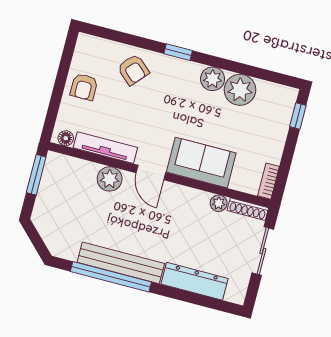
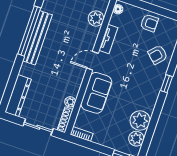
plant: (213, 79) -> (136, 139), moved
armchair: (84, 87) -> (149, 23), turned 180
tv unit: (105, 148) -> (108, 39), width x0.71
plant: (110, 179) -> (96, 19), moved
dresser: (195, 281) -> (18, 96), moved

